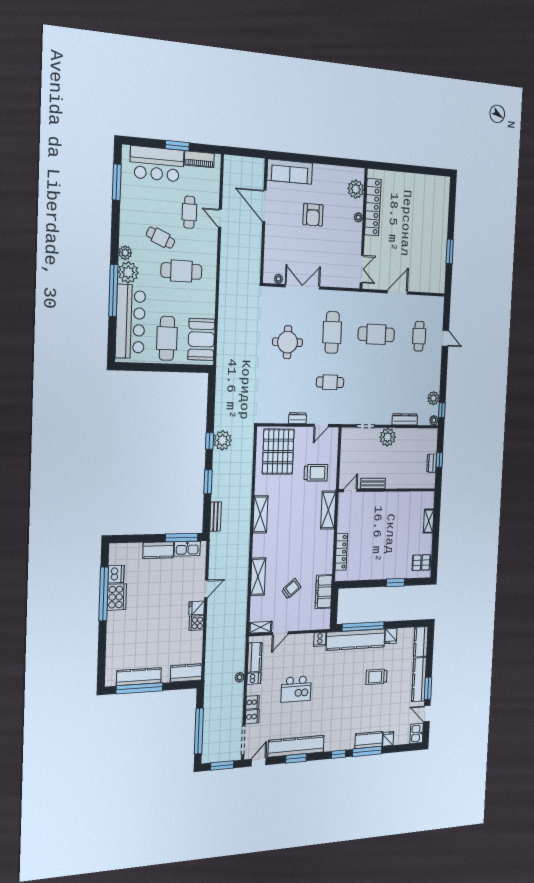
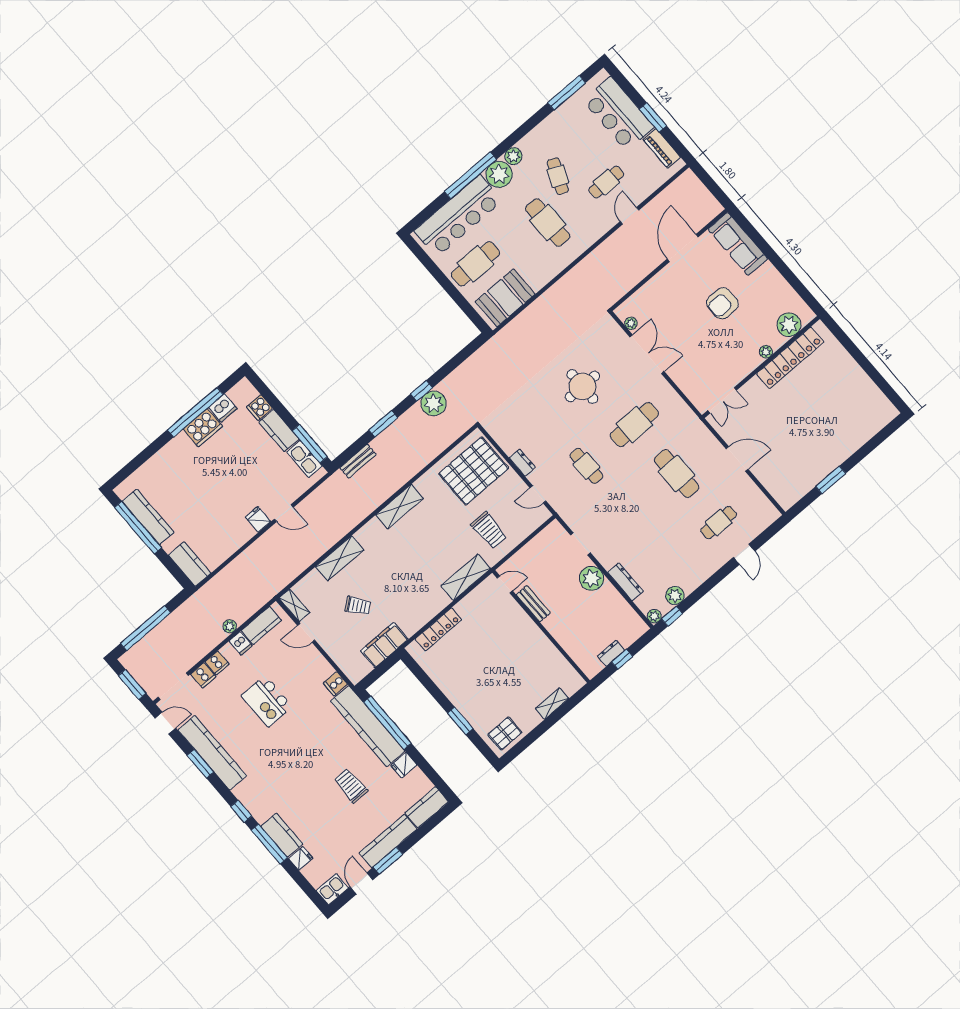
pallet: (421, 563) -> (505, 733), turned 90
cooker: (196, 623) -> (259, 407), moved, turned -90

